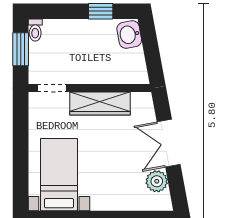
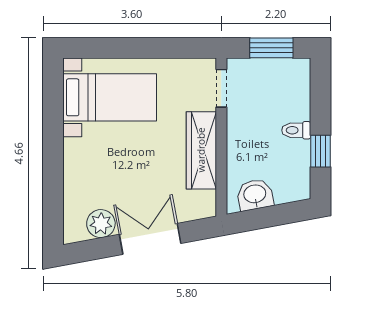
toilet: (35, 30) -> (296, 130), moved
washbasin: (129, 35) -> (255, 195), moved

